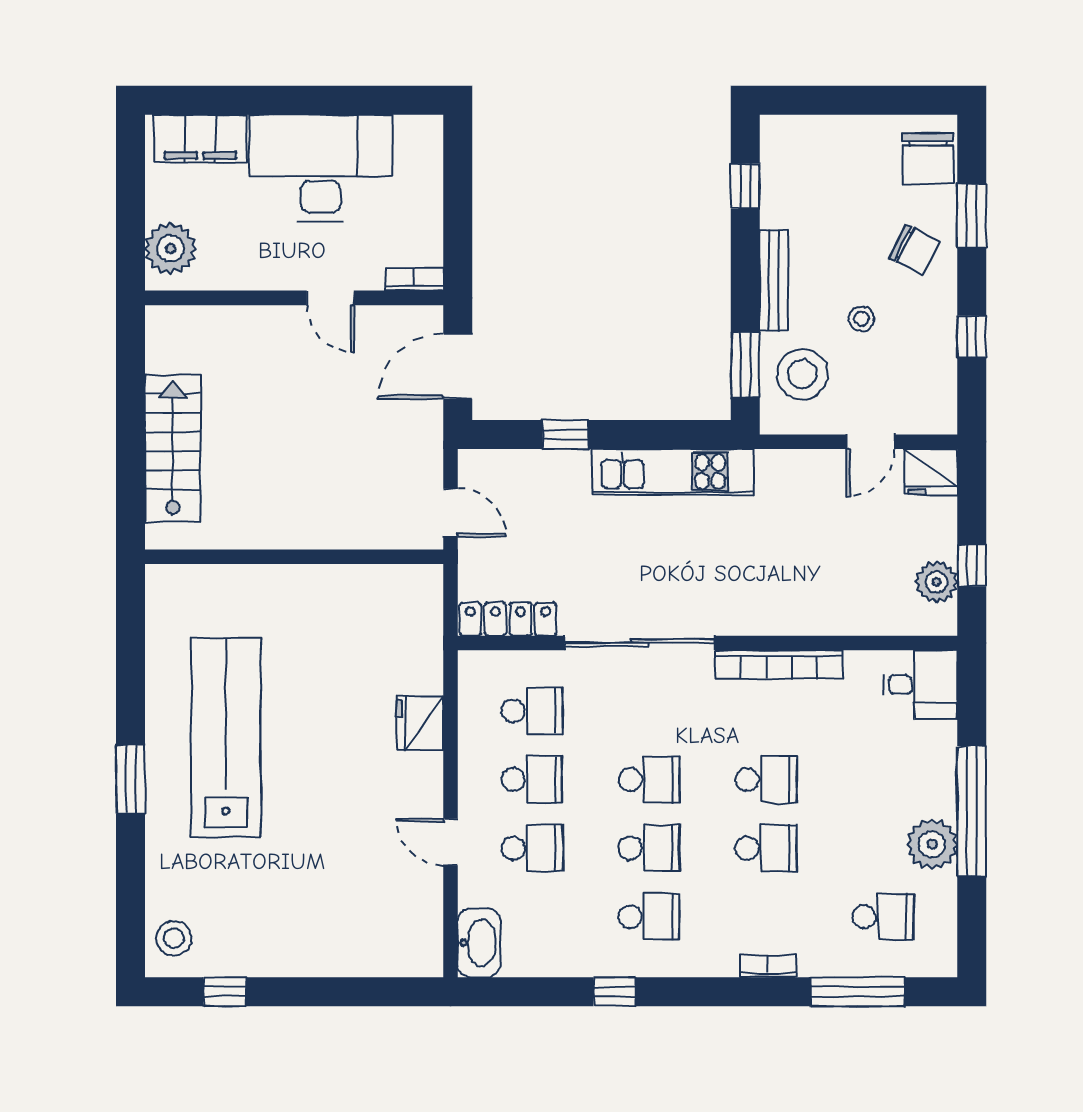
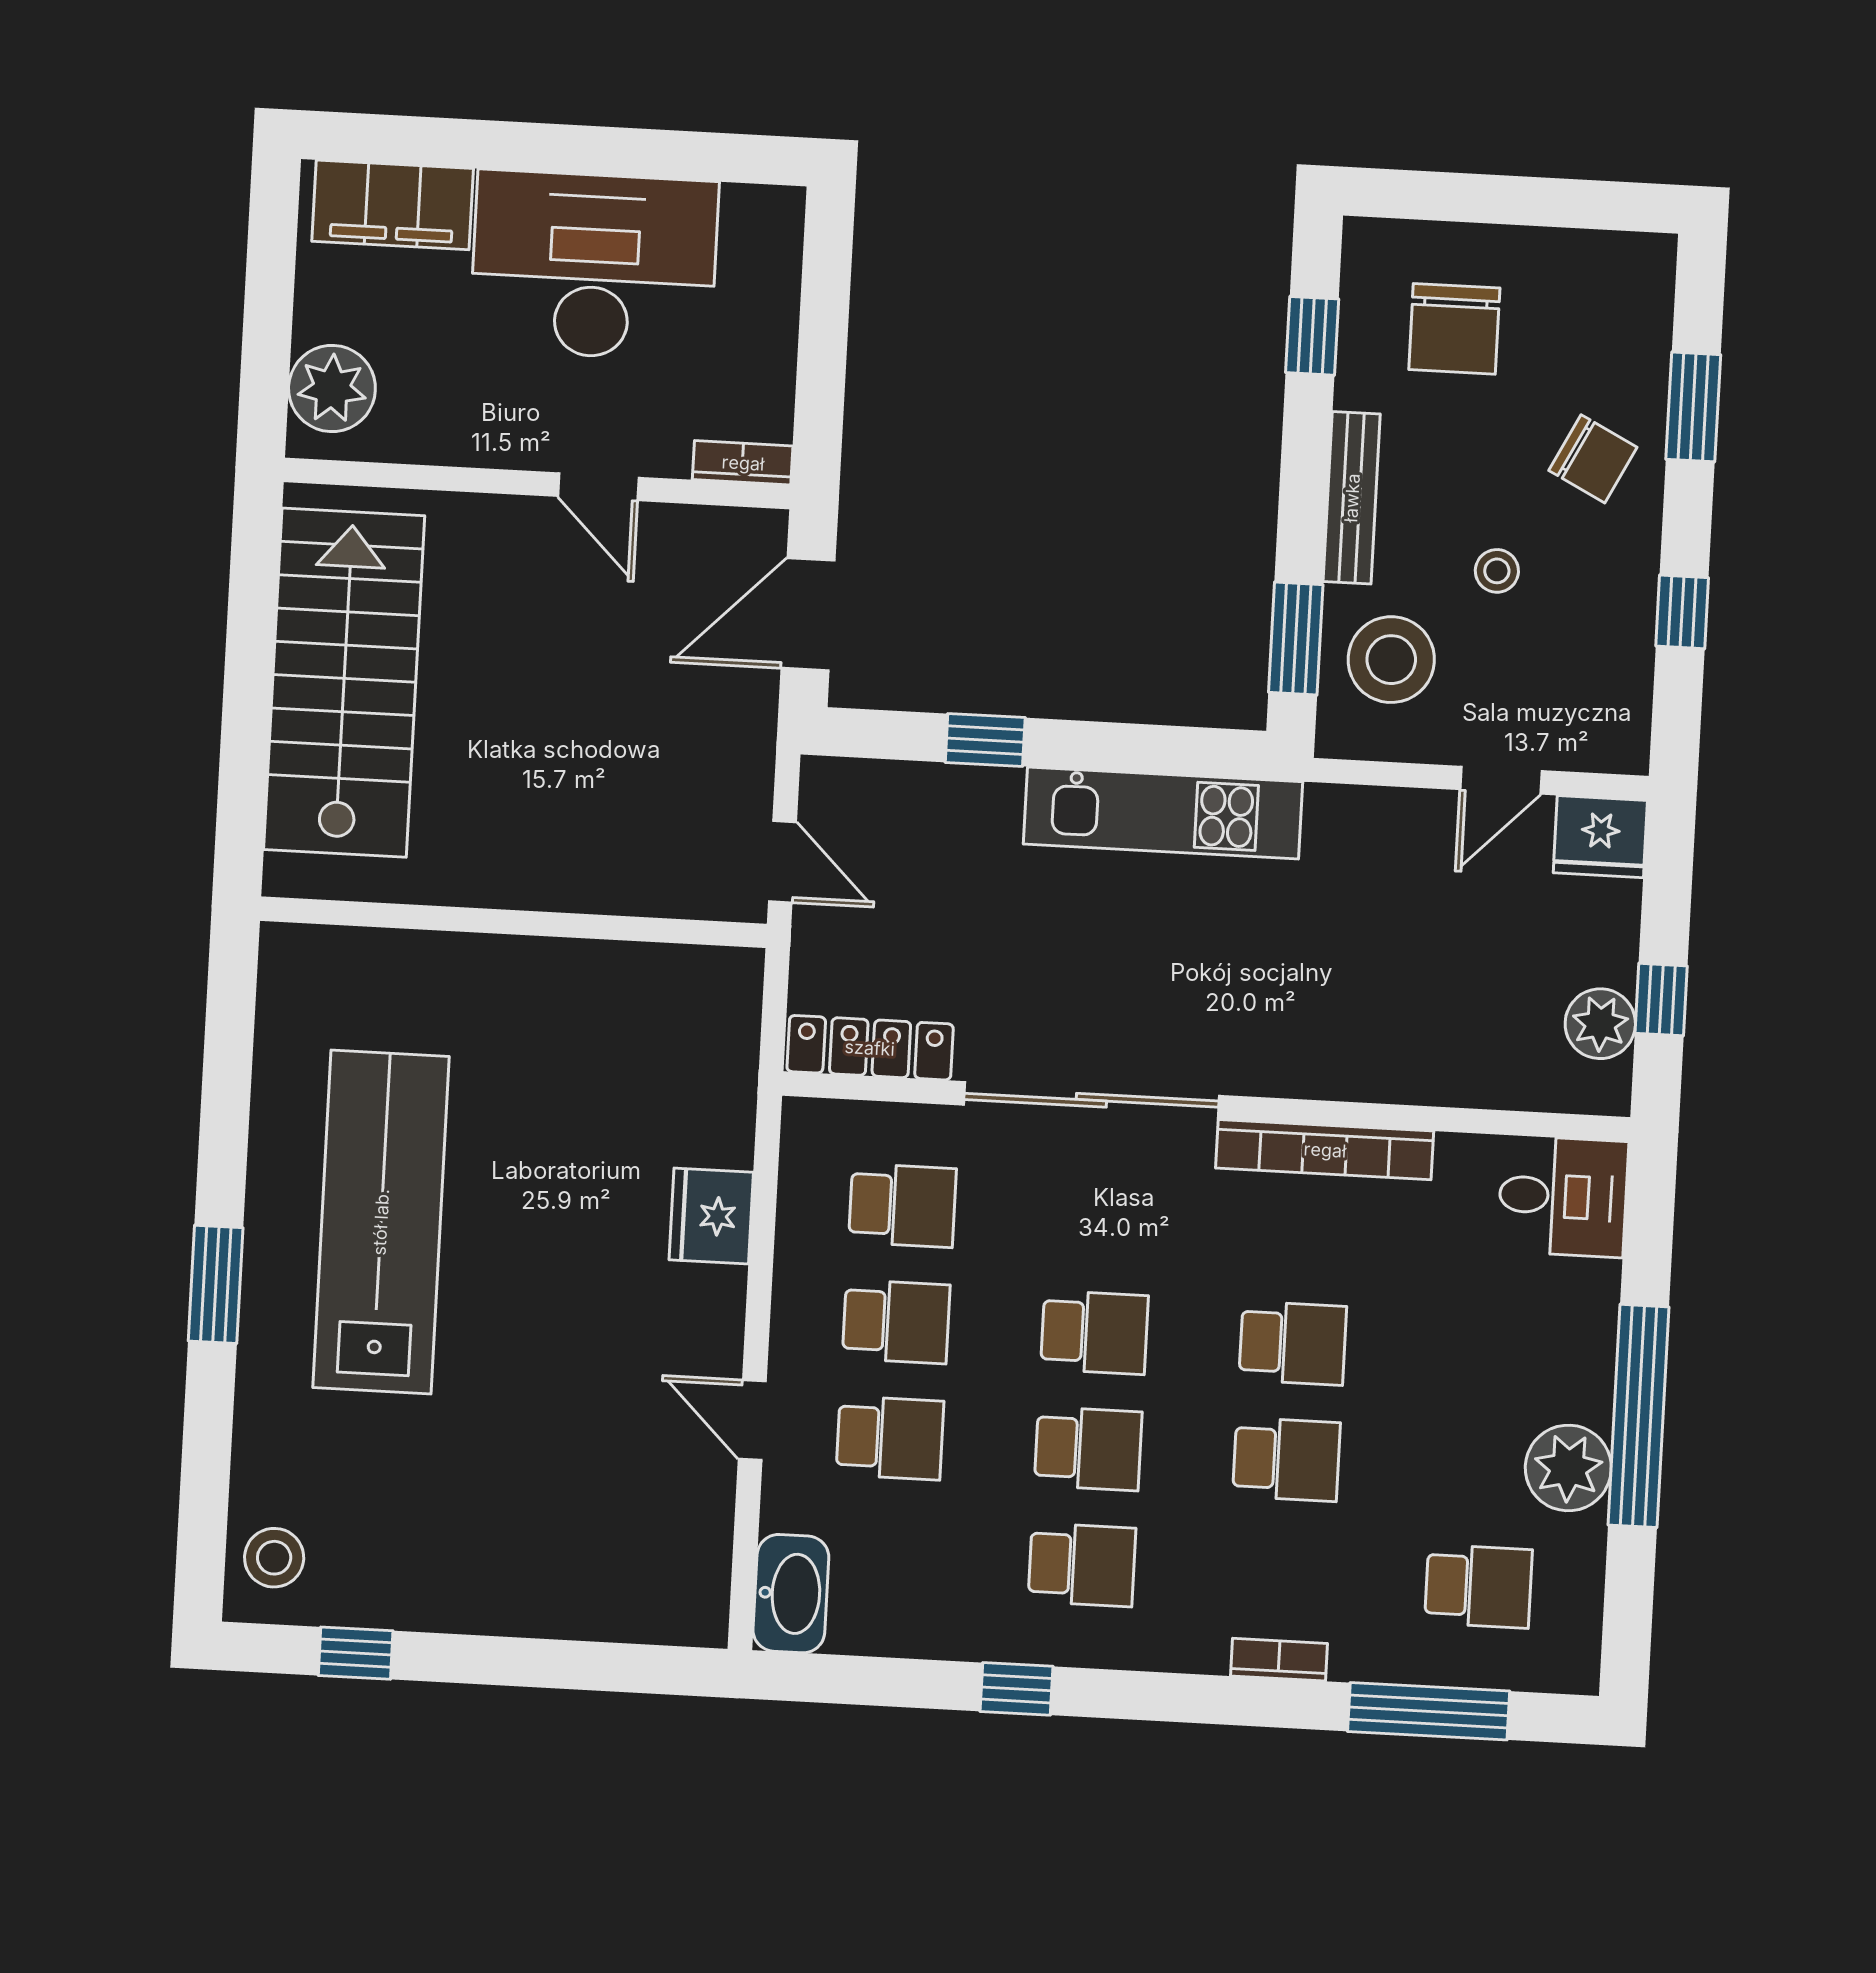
chair: (928, 159) -> (1454, 329), moved
stairs: (173, 448) -> (344, 683), width x1.36, depth x1.51

